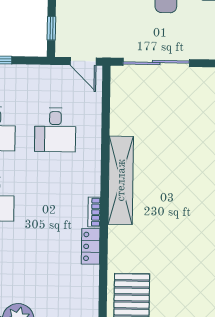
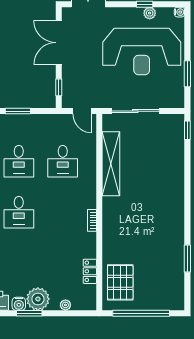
shelving: (121, 180) -> (111, 164), moved
locker: (91, 246) -> (90, 271), moved

